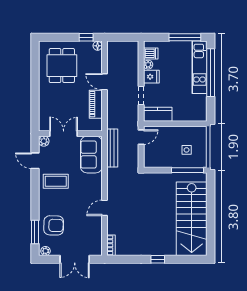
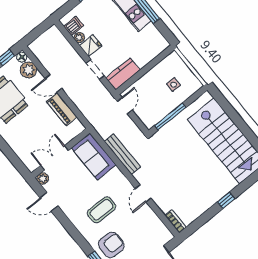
plant: (95, 58) -> (28, 70), added
bench: (112, 148) -> (122, 154), moved
window: (188, 170) -> (170, 116), moved
coffee table: (56, 181) -> (102, 210), moved

